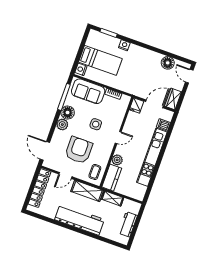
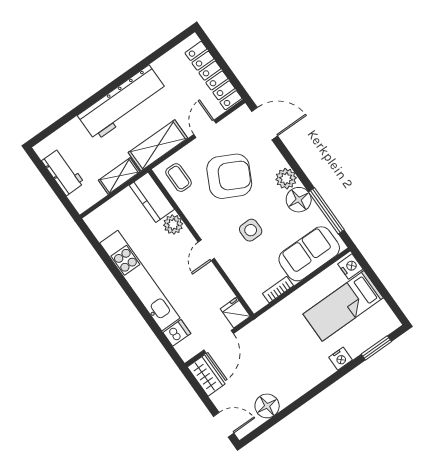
armchair: (79, 150) -> (229, 176), turned -63

